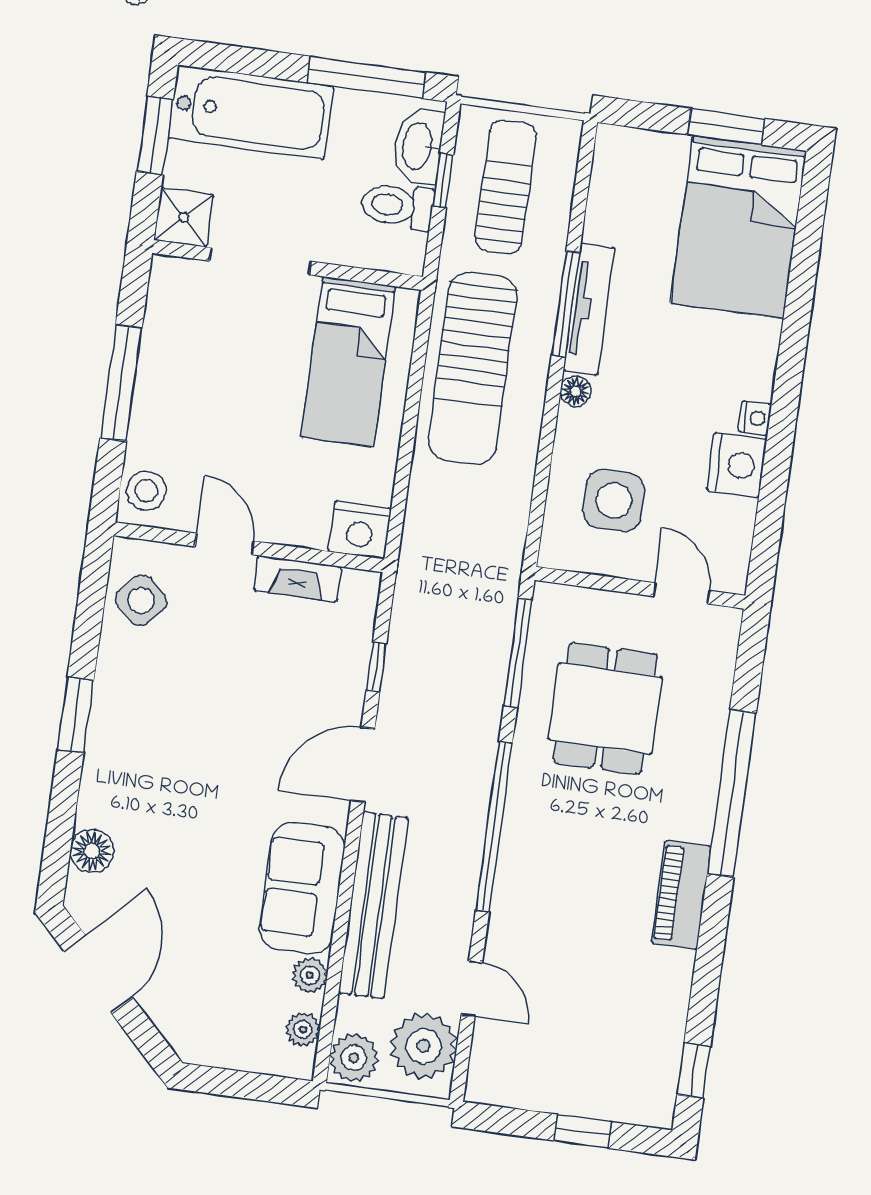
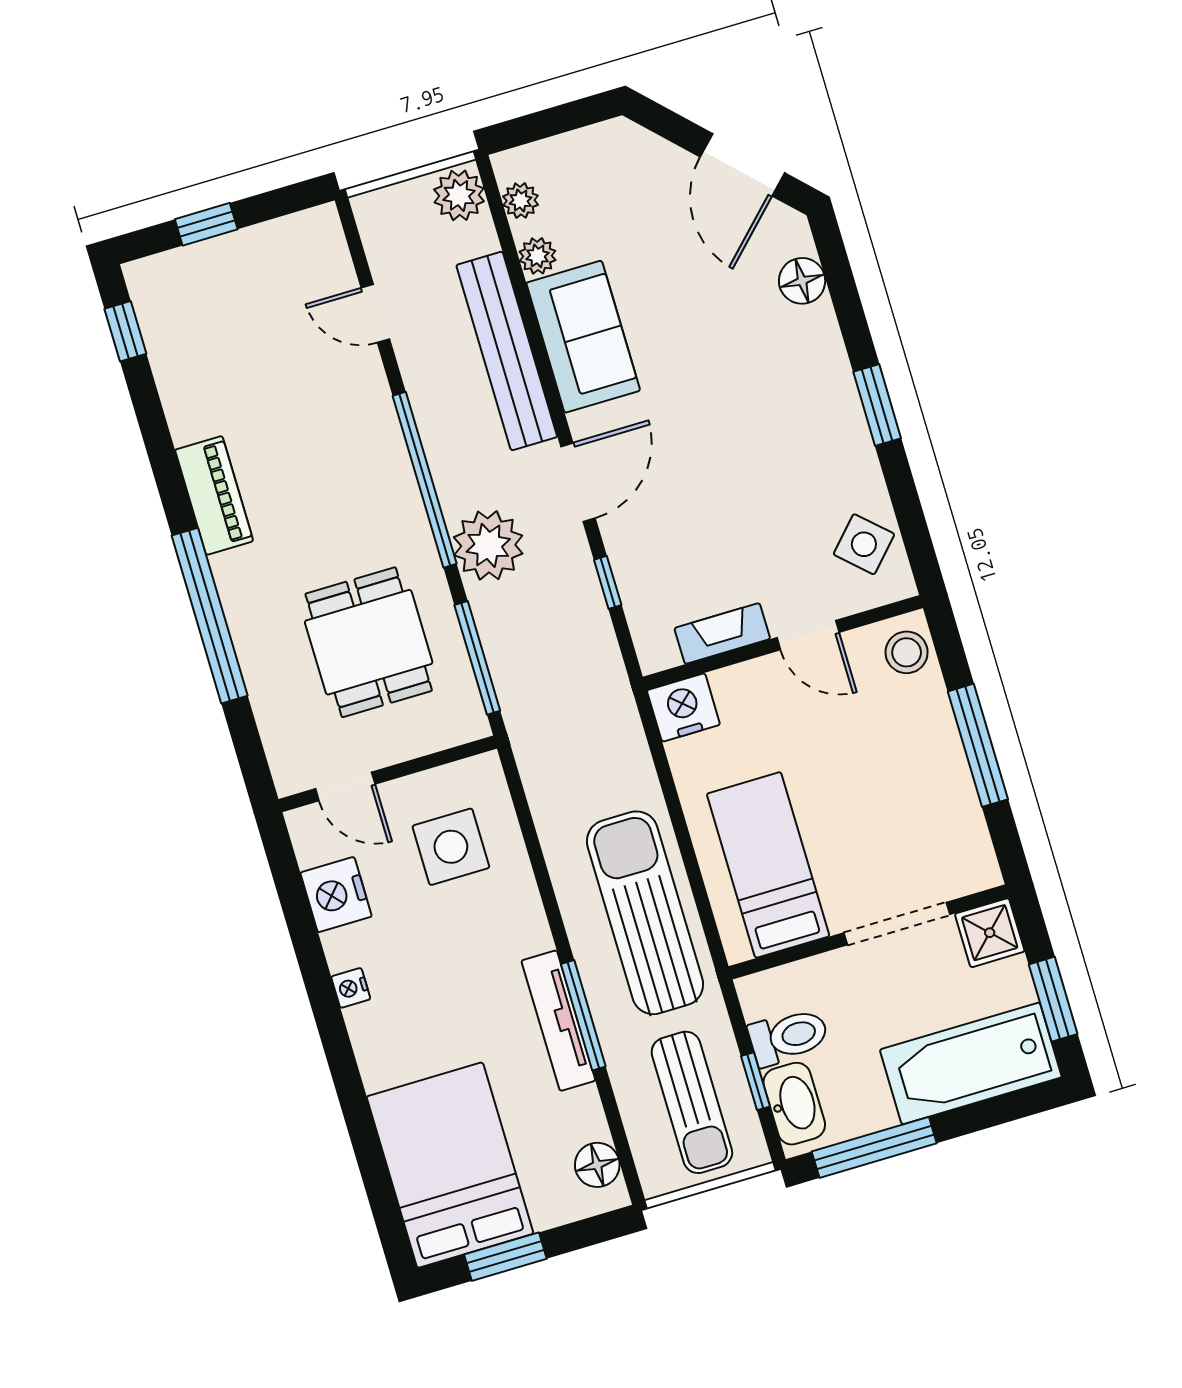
floor lamp: (576, 391) -> (597, 1165), moved, width x1.37, depth x1.37
nightstand: (737, 465) -> (336, 895), moved
plant: (424, 1046) -> (488, 545), moved

